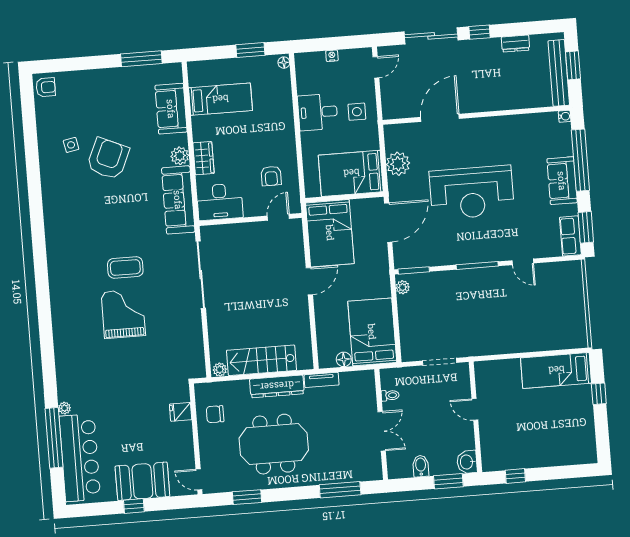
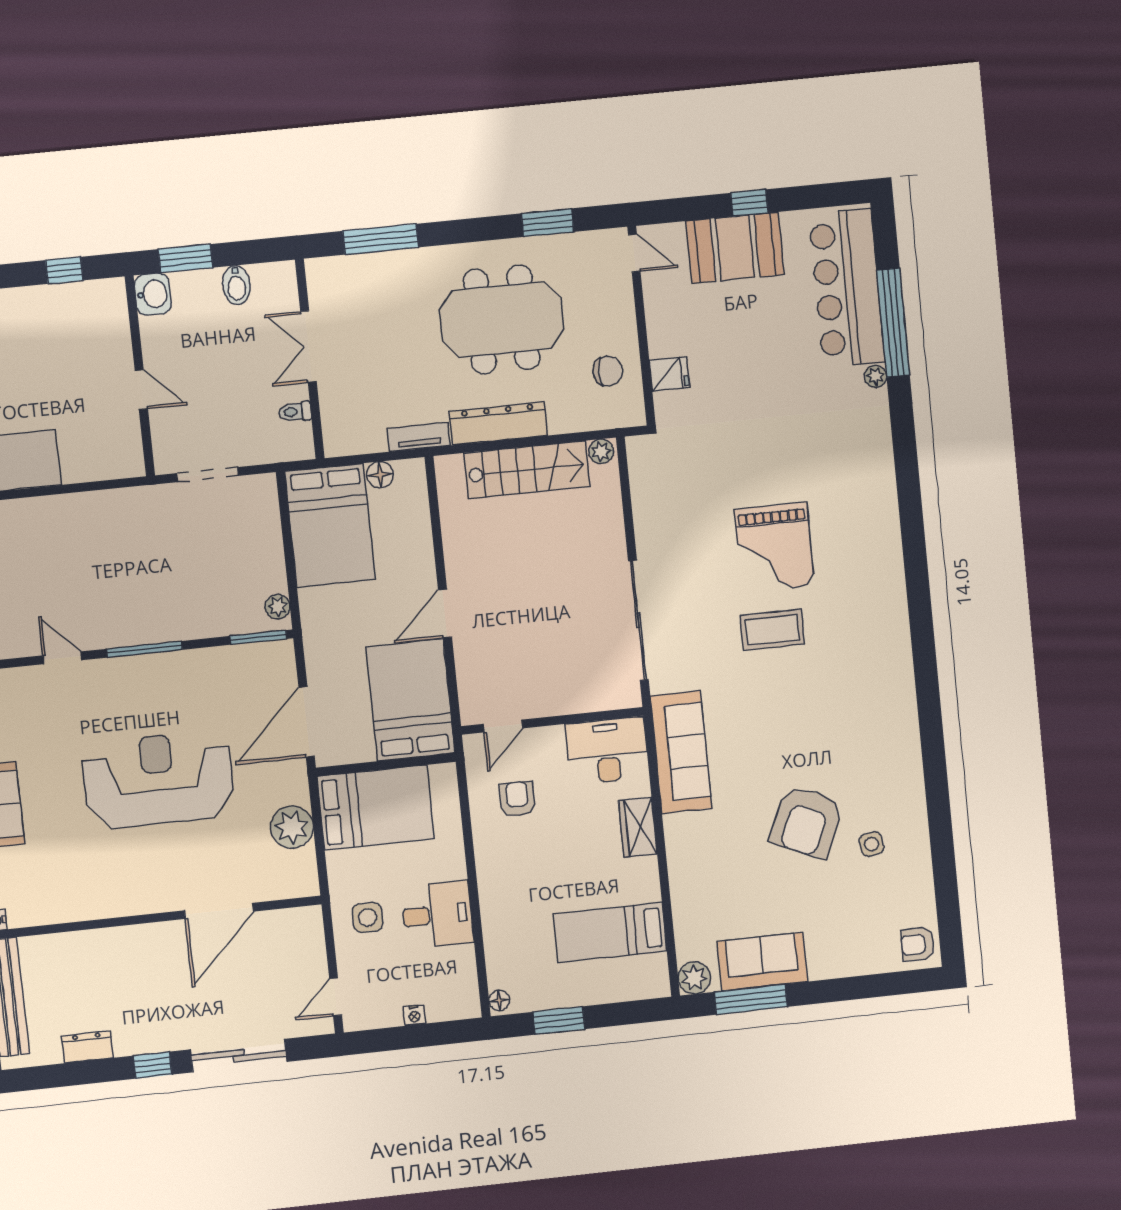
sofa: (171, 109) -> (762, 962), moved, turned -90
plant: (180, 156) -> (694, 978), moved

